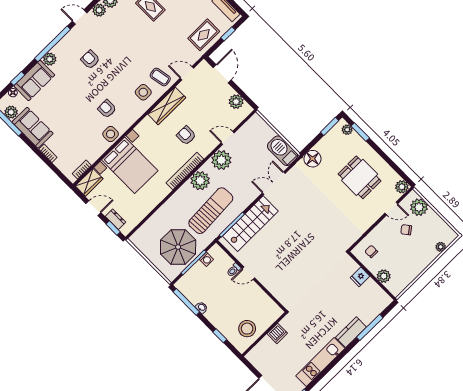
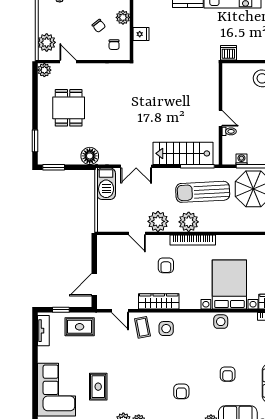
plant: (236, 102) -> (104, 254), removed
armchair: (107, 109) -> (228, 374), moved
plant: (347, 130) -> (43, 152), removed
chair: (406, 230) -> (99, 26), moved
dishwasher: (277, 333) -> (228, 53), moved

